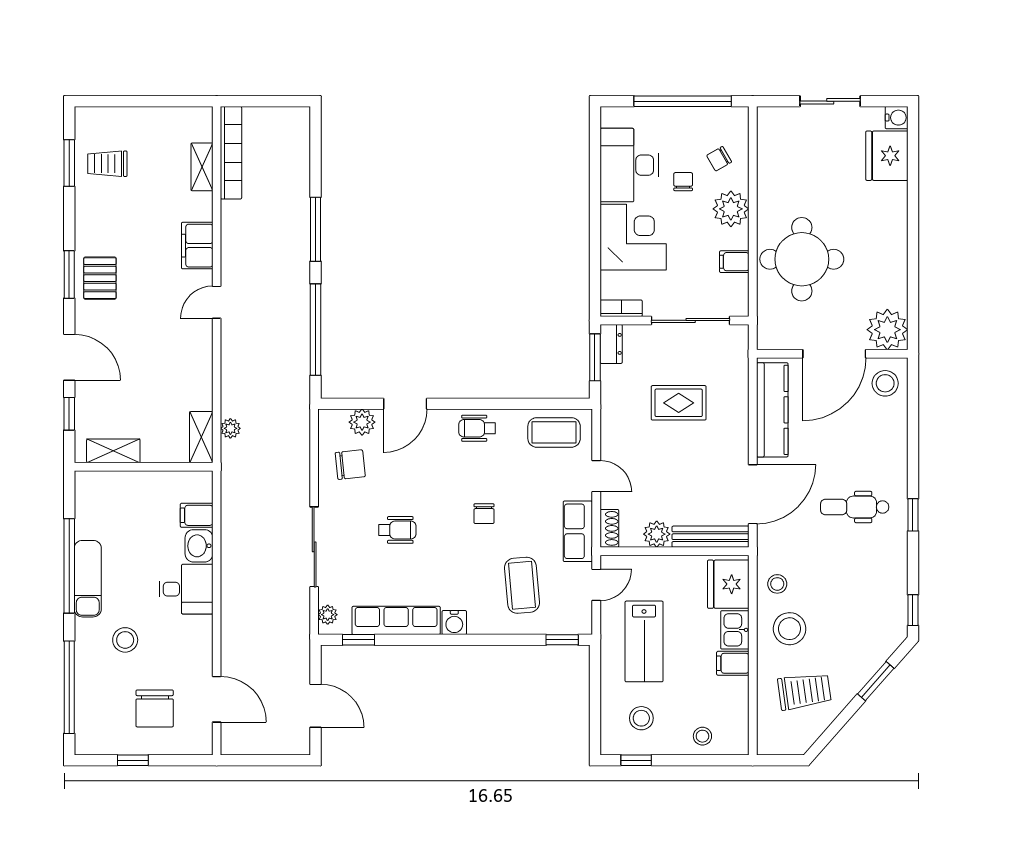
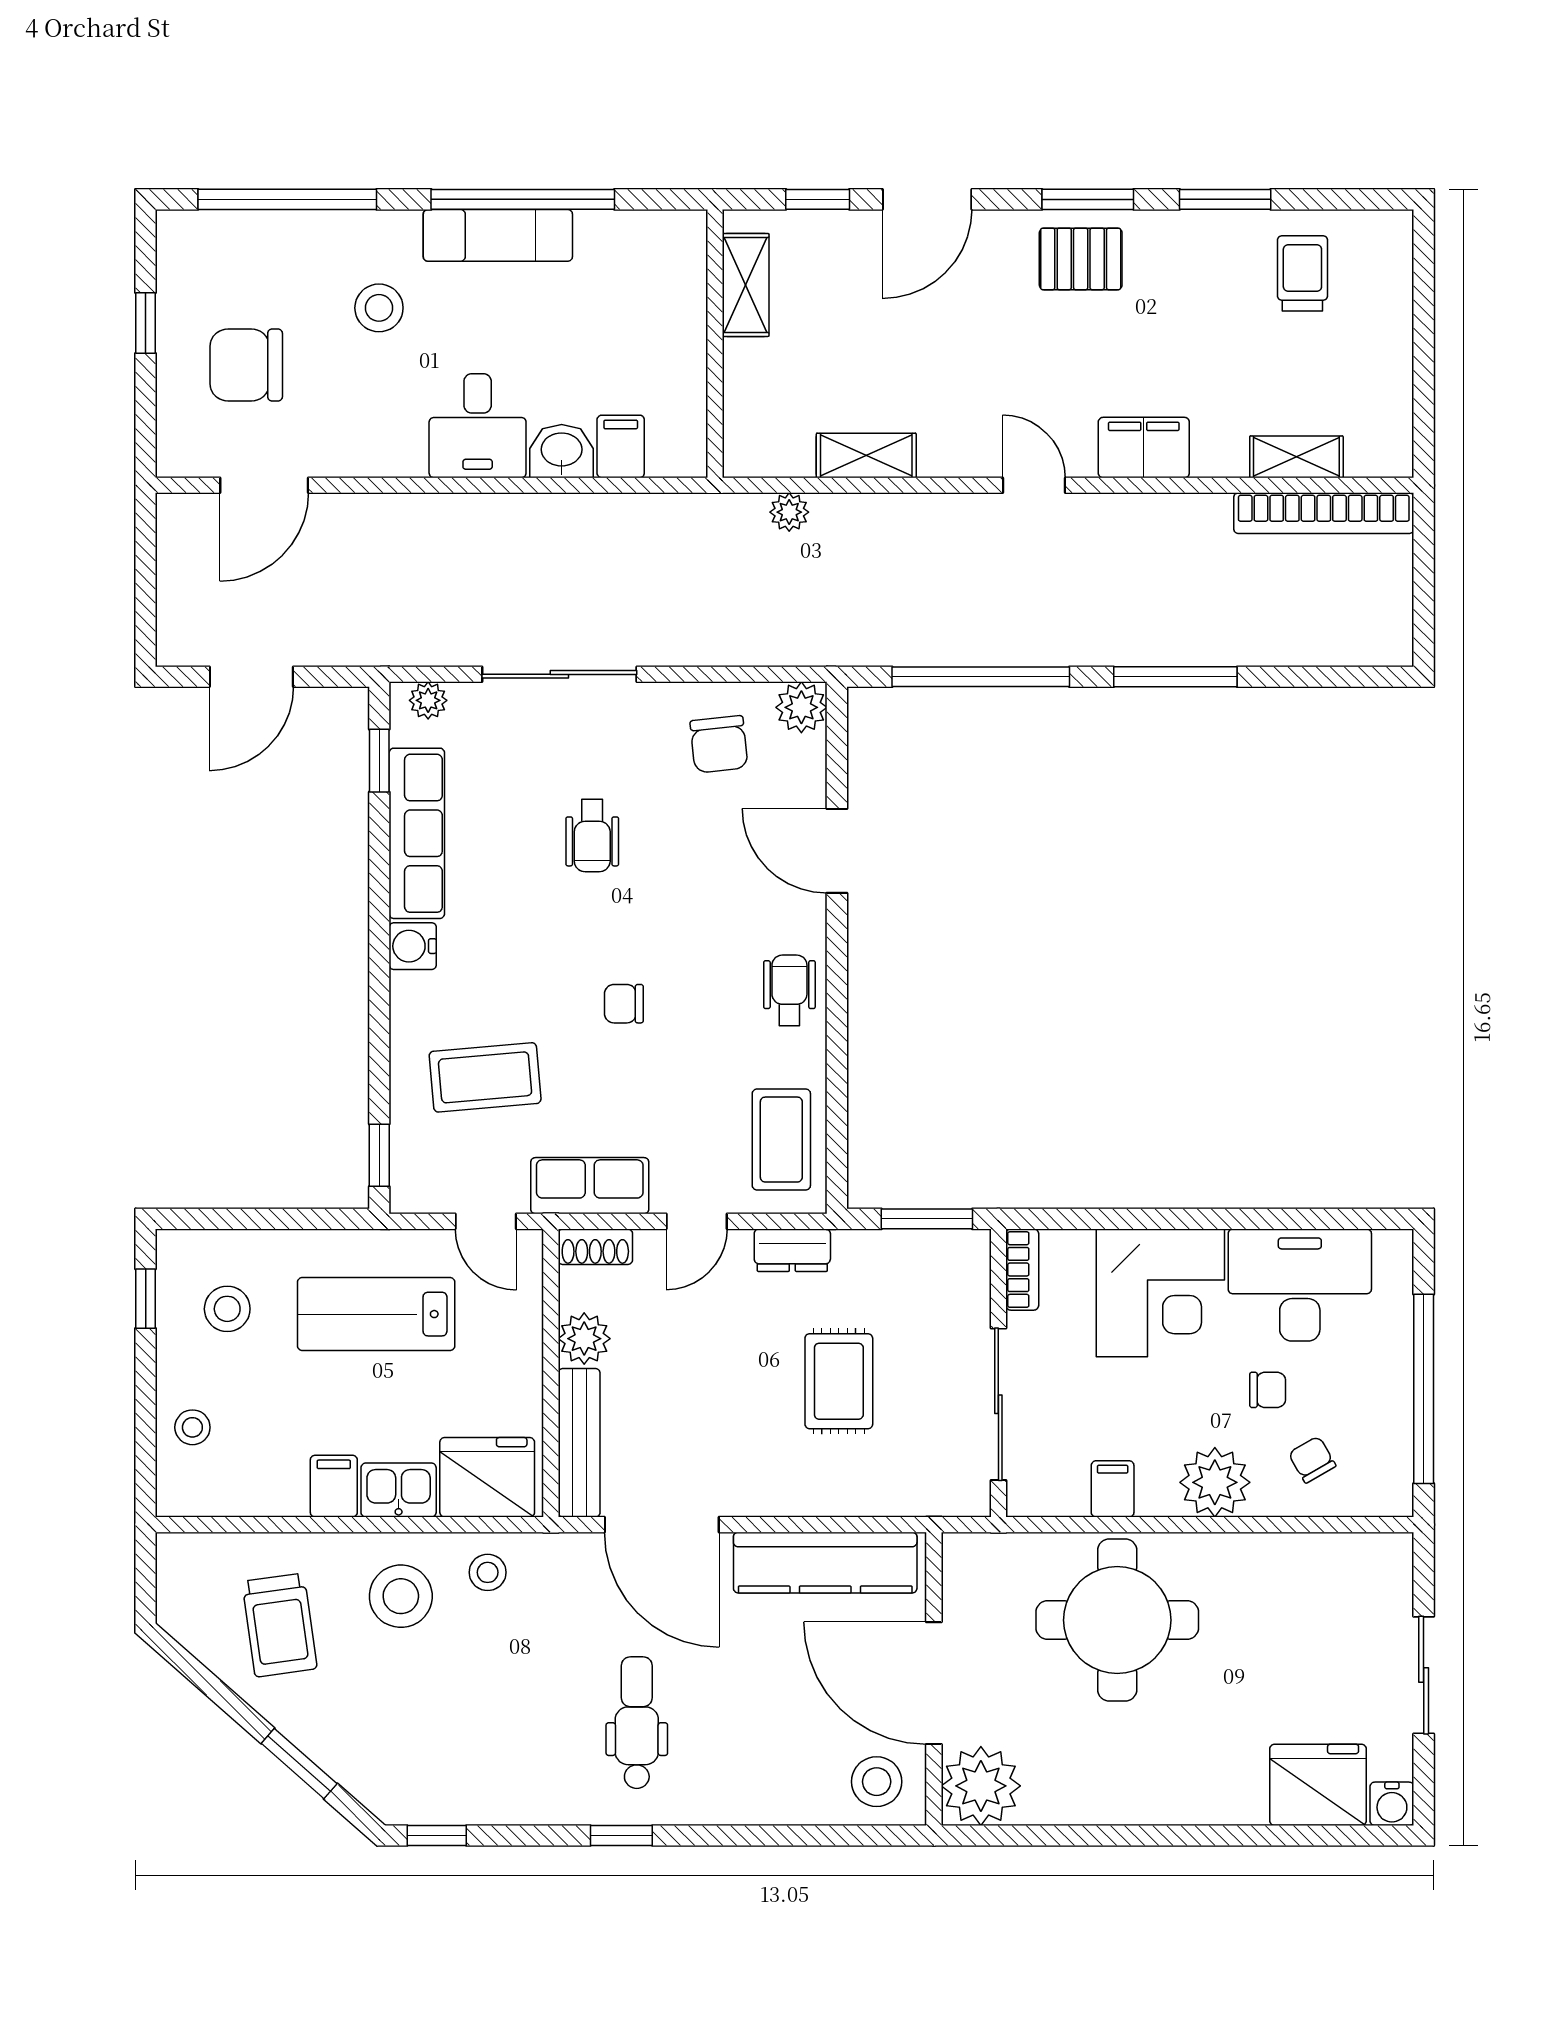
window: (69, 163) -> (1225, 199), moved
dresser: (611, 344) -> (792, 1250), moved
plant: (362, 422) -> (801, 707), moved
shelving: (201, 437) -> (866, 455), moved

